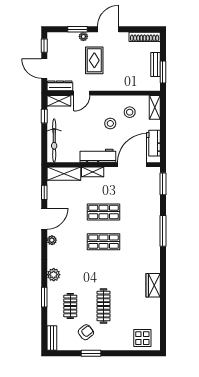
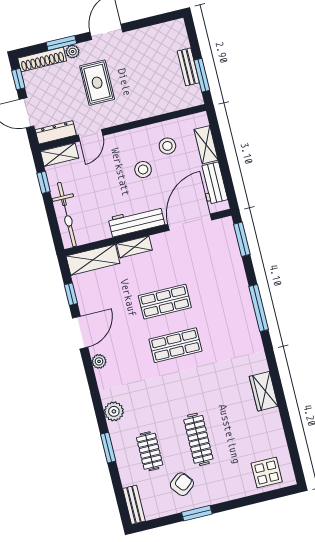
shoe rack: (145, 37) -> (42, 60), moved
shelving: (155, 107) -> (206, 145), moved

